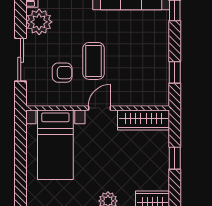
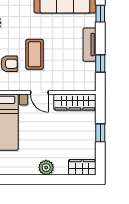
tv unit: (161, 49) -> (89, 45), added
door: (99, 108) -> (39, 93), swing flipped

